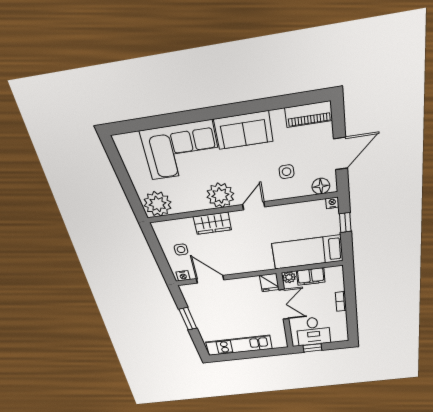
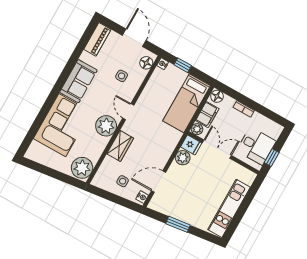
floor lamp: (336, 273) -> (217, 96), added
plant: (251, 284) -> (183, 158), added

